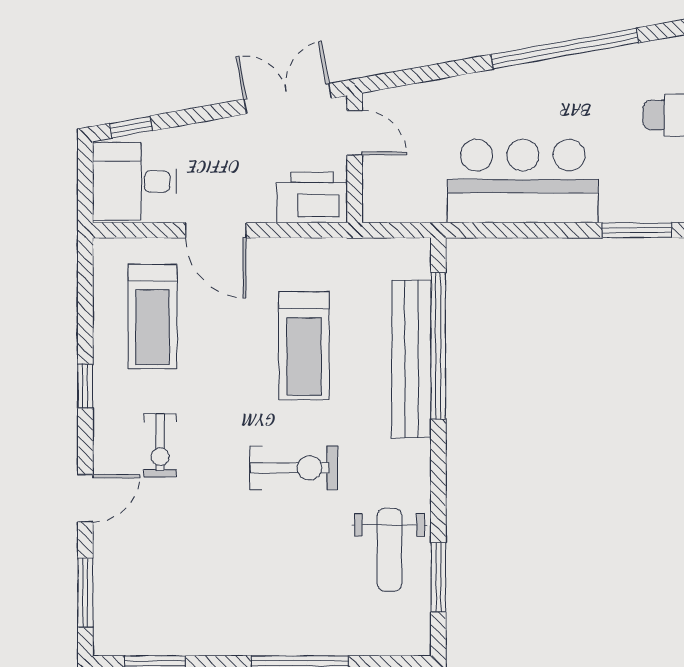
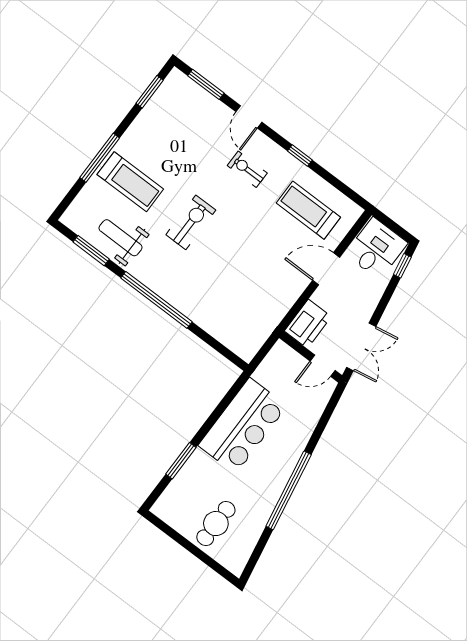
treadmill: (304, 346) -> (130, 182), moved, turned 180
window: (438, 346) -> (156, 300), moved
bench: (411, 359) -> (200, 314), removed
exercise bike: (294, 468) -> (191, 222), turned 180

